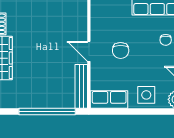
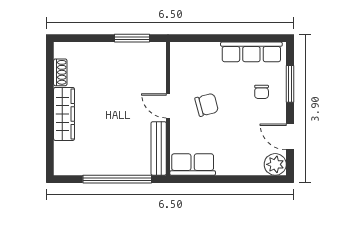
chair: (121, 51) -> (207, 105), turned -105
side table: (146, 95) -> (238, 159), removed

